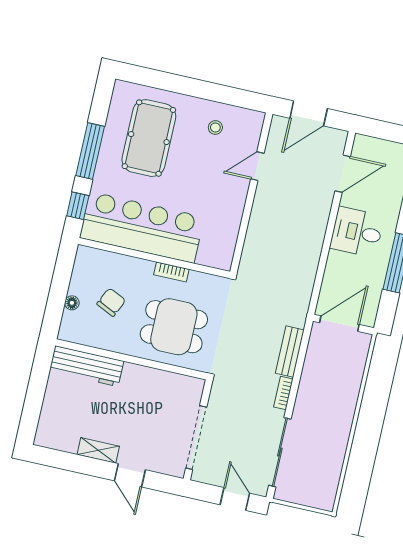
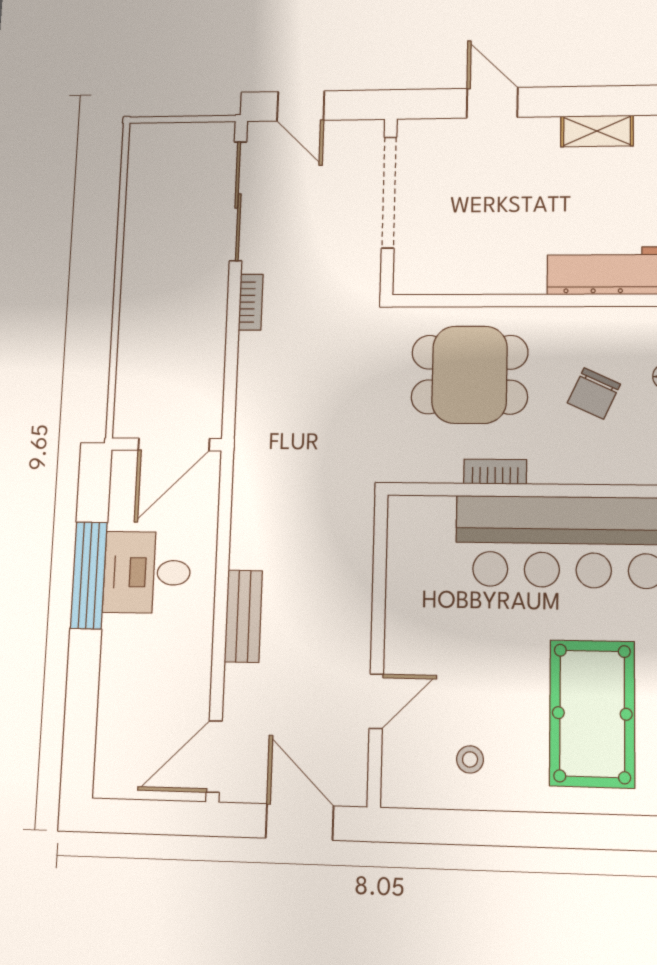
door: (309, 113) -> (300, 822), hinge flipped
door: (343, 174) -> (214, 756), moved
desk: (357, 232) -> (147, 572), moved, turned 180
bench: (290, 352) -> (243, 616), moved
shelving: (98, 450) -> (597, 131), moved

